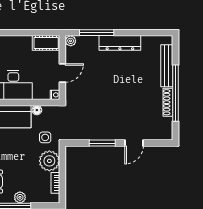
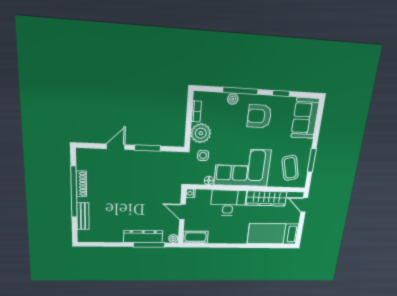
dresser: (120, 43) -> (143, 236), moved
bench: (167, 66) -> (83, 216), width x0.73
door: (62, 73) -> (182, 212), hinge flipped

